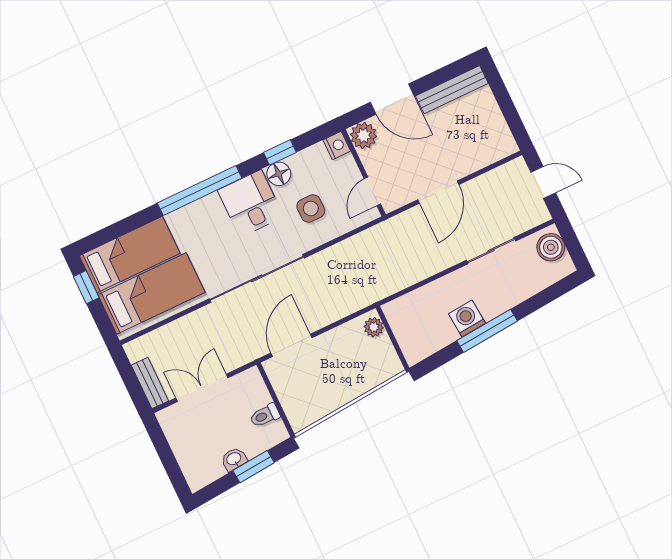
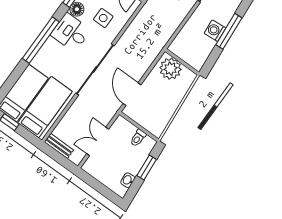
plant: (374, 327) -> (170, 69), width x1.87, depth x1.87
bench: (150, 383) -> (59, 146), moved
washbasin: (234, 459) -> (128, 180), moved

